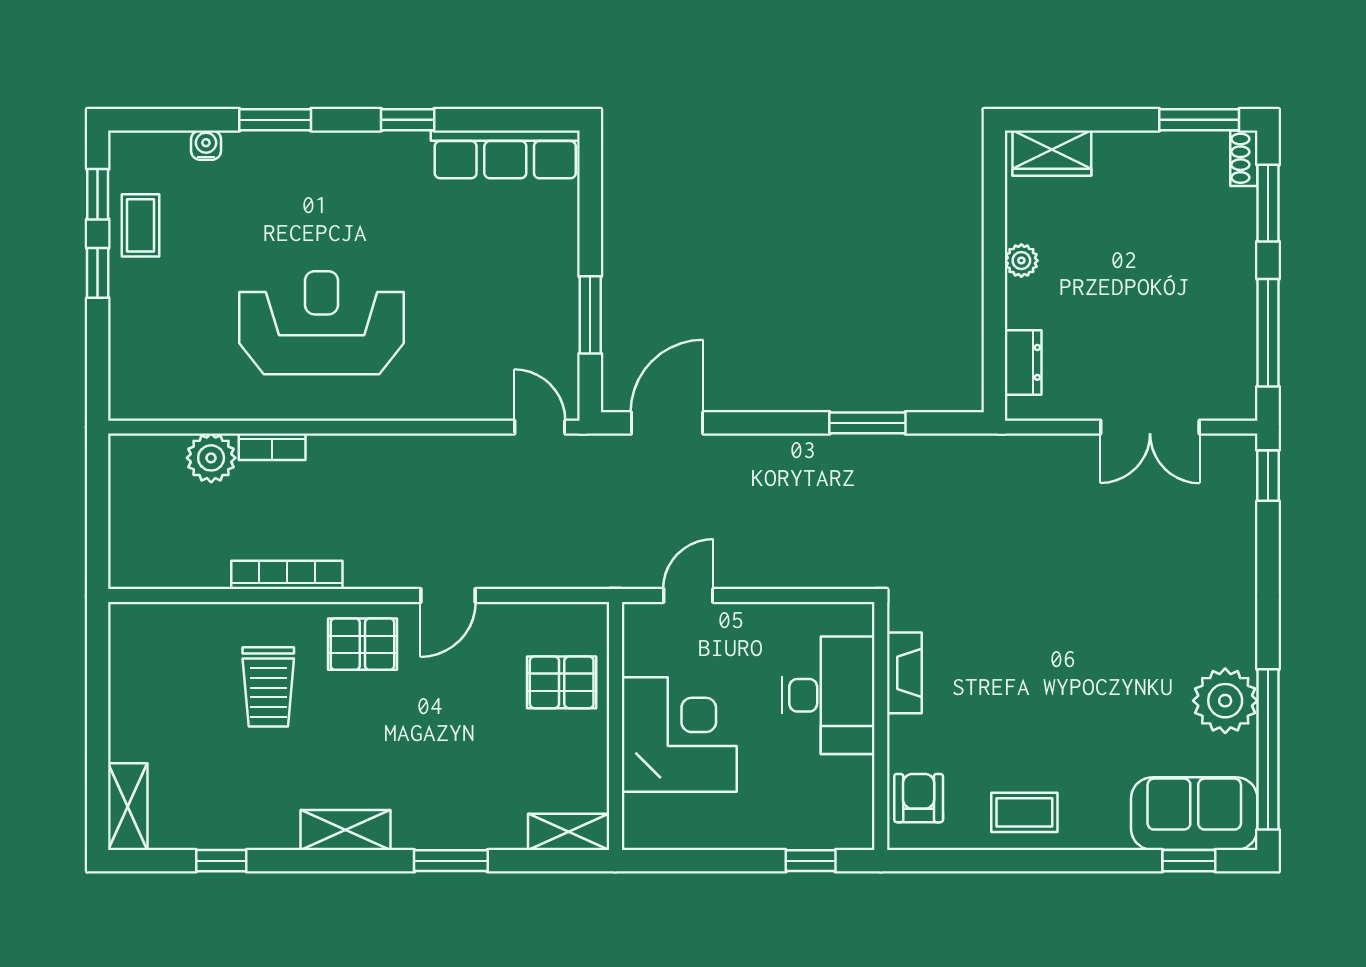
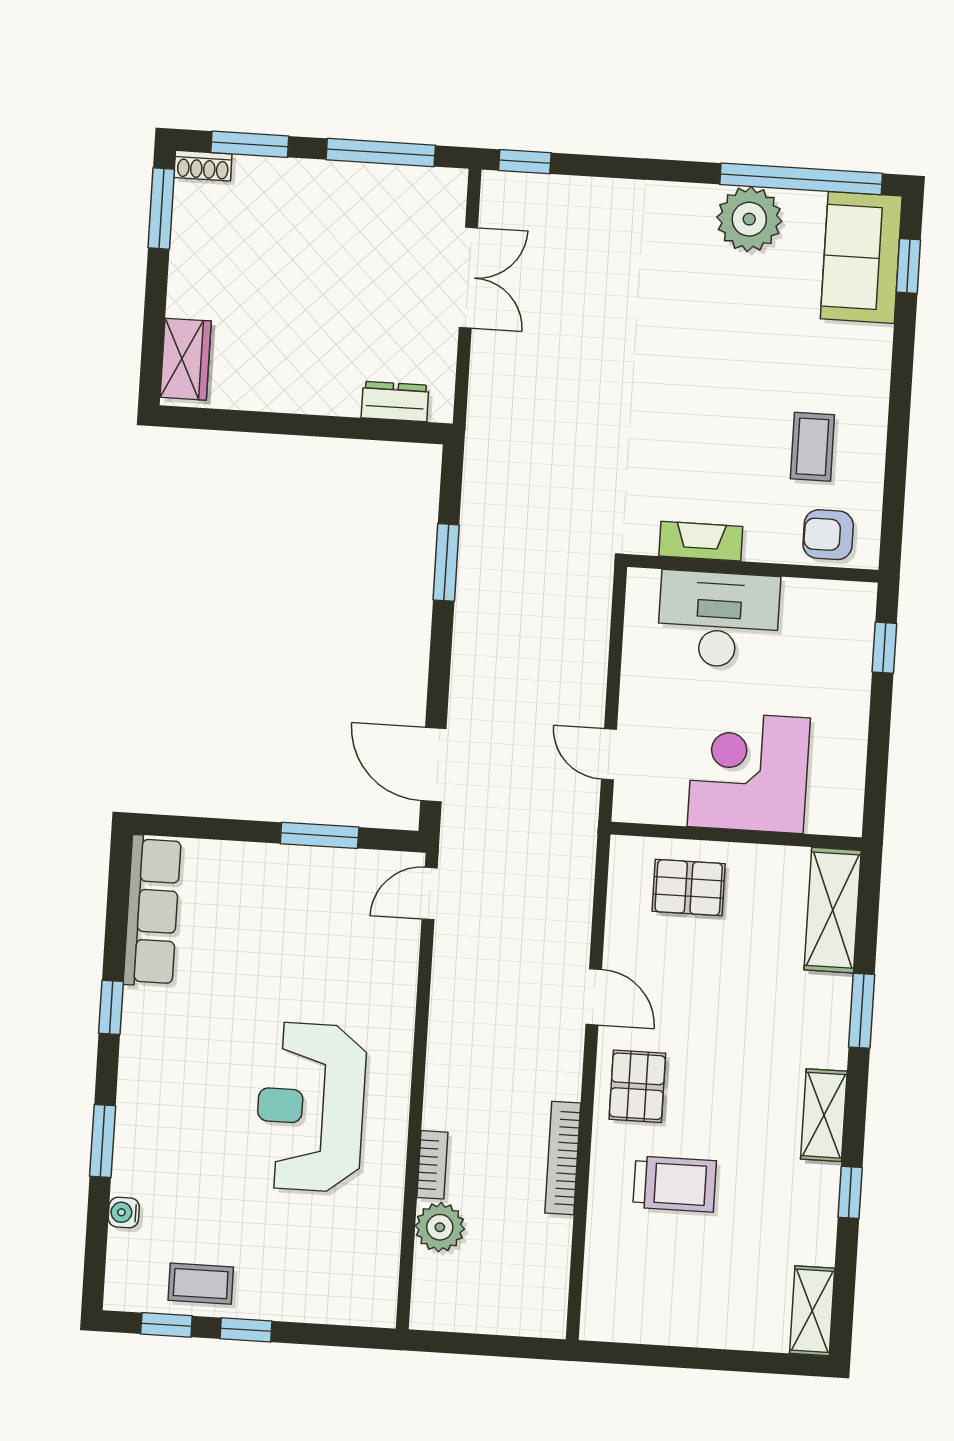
plant: (1021, 261) -> (292, 397), removed
pallet: (562, 682) -> (689, 888), turned 90
shelving: (128, 807) -> (812, 1311), moved, turned 90
coffee table: (1024, 812) -> (812, 447), moved
shelving: (569, 832) -> (833, 910), width x1.50, depth x1.33
window: (221, 861) -> (850, 1192), moved

